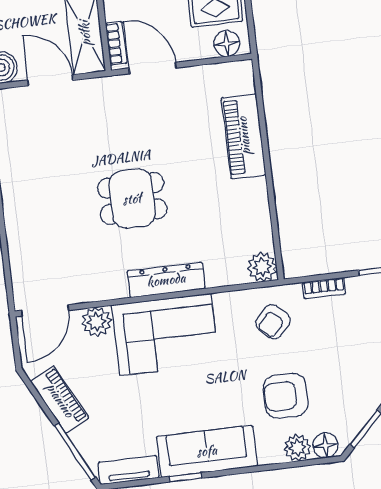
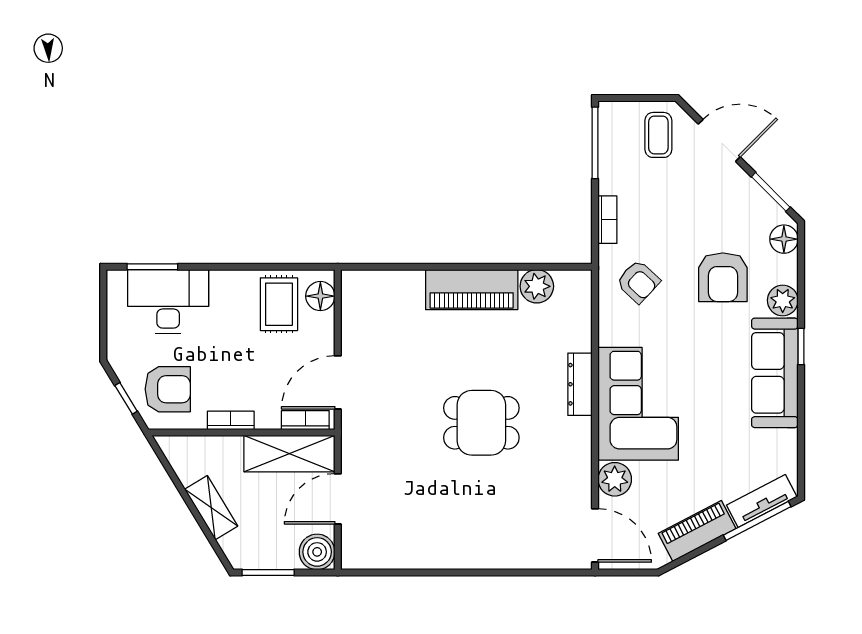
piano: (244, 136) -> (472, 290), moved
dining table: (132, 199) -> (481, 423), turned 90
plant: (262, 267) -> (537, 286), moved
dresser: (166, 280) -> (580, 384), width x0.73, depth x0.80
plant: (297, 448) -> (783, 300), moved
tv unit: (129, 470) -> (762, 501), moved, turned 63
window: (185, 477) -> (801, 346), moved

